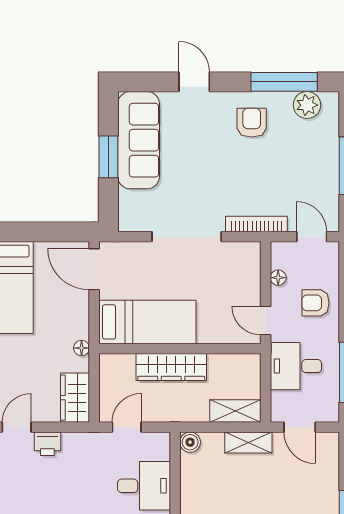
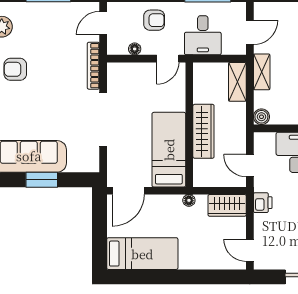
armchair: (315, 303) -> (154, 20), turned -90
printer: (47, 444) -> (263, 203), moved

